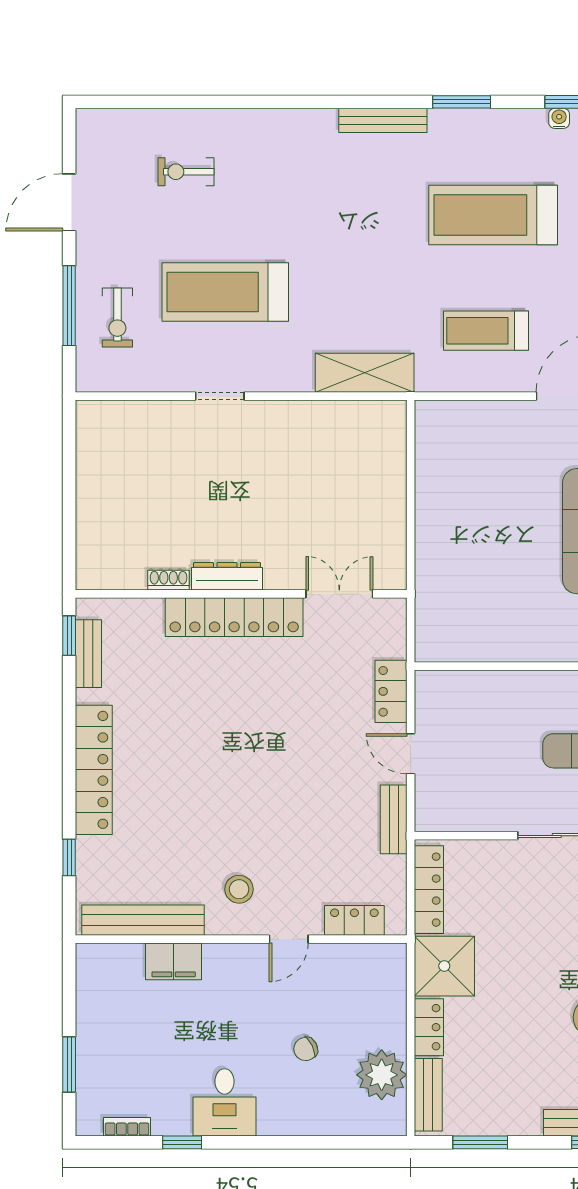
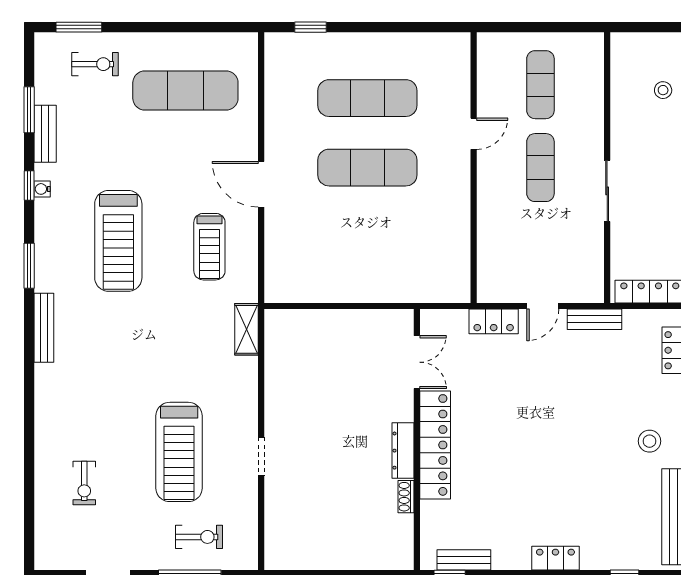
shelving: (365, 373) -> (246, 329), width x0.67, depth x0.75
double door: (339, 594) -> (417, 362), swing flipped
locker: (94, 770) -> (555, 558), width x0.46, depth x0.83

